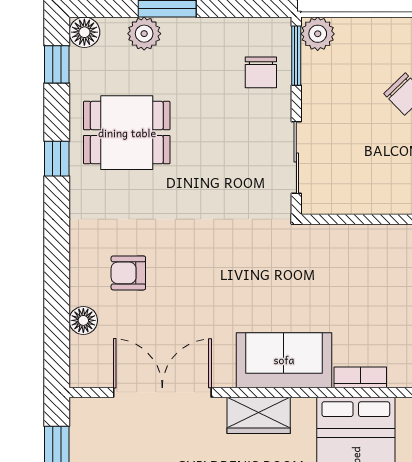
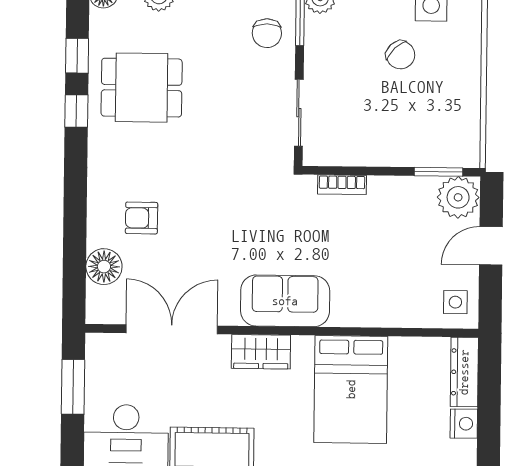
window: (57, 64) -> (77, 56), moved
floor lamp: (83, 320) -> (104, 267), width x1.38, depth x1.38
bookcase: (360, 377) -> (342, 185), moved, turned 180

